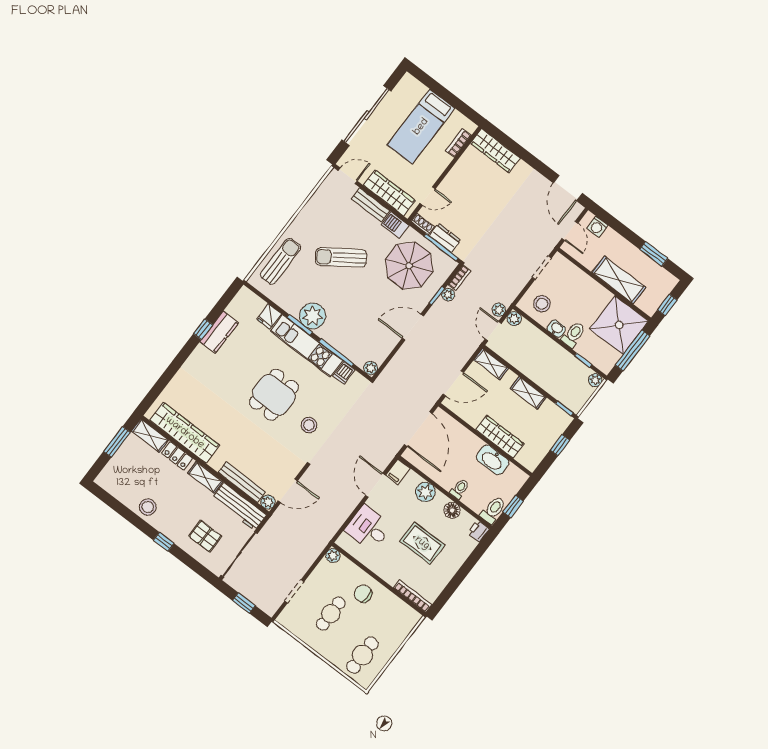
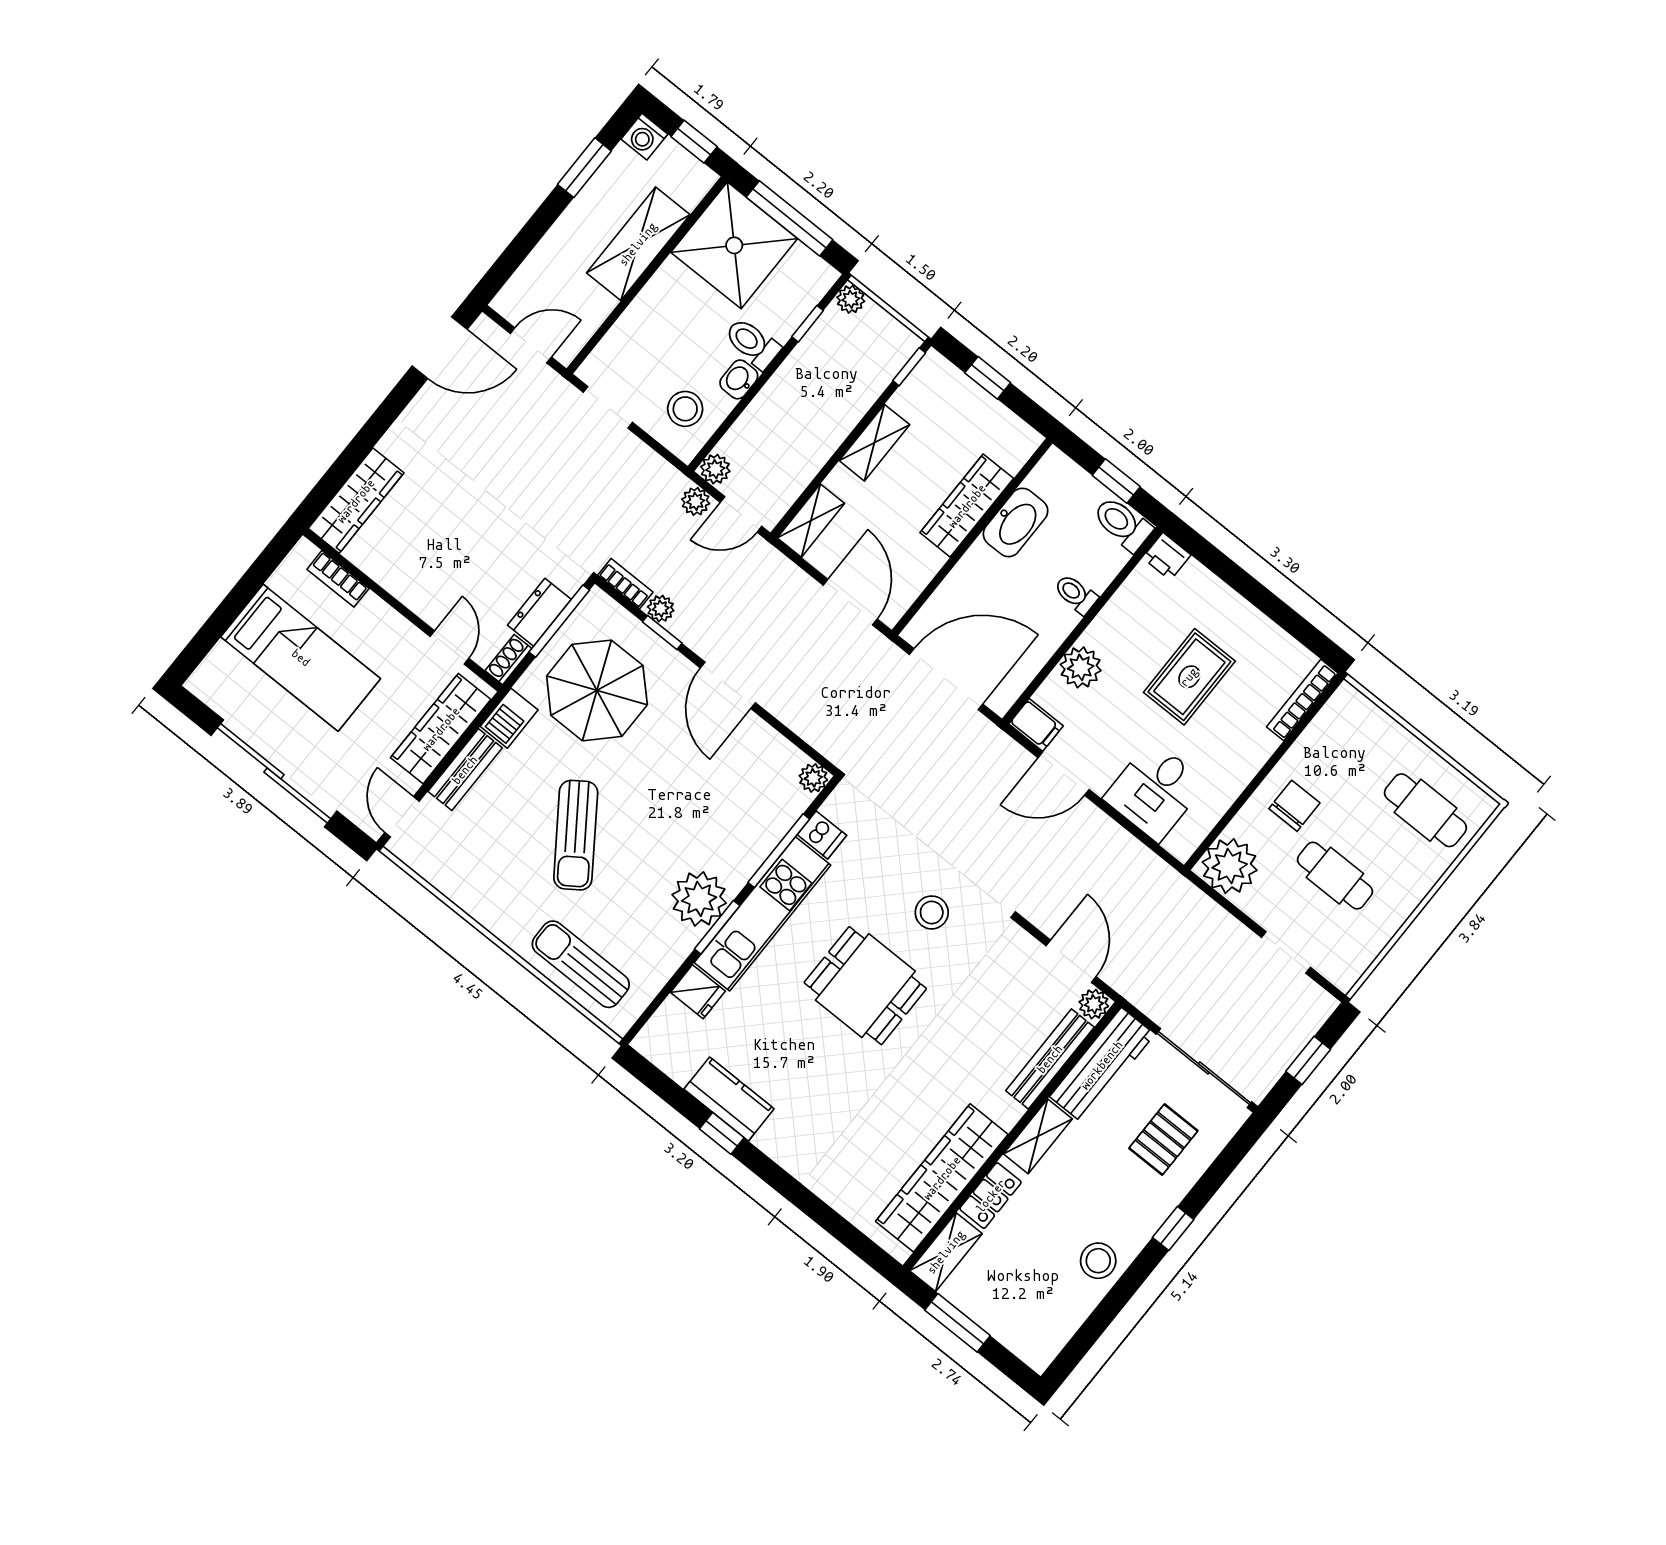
washing machine: (597, 227) -> (644, 137), moved, turned 90
floor lamp: (452, 510) -> (1121, 611), removed
plant: (333, 556) -> (1230, 866), width x1.88, depth x1.88
chair: (363, 594) -> (1294, 806), turned 180

